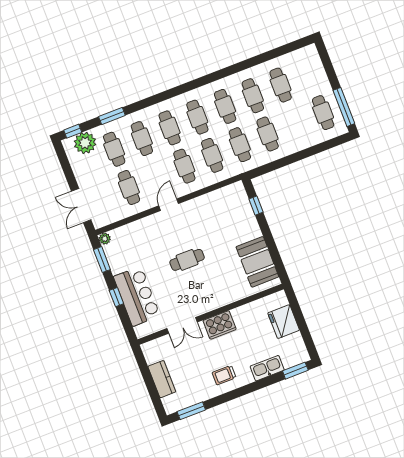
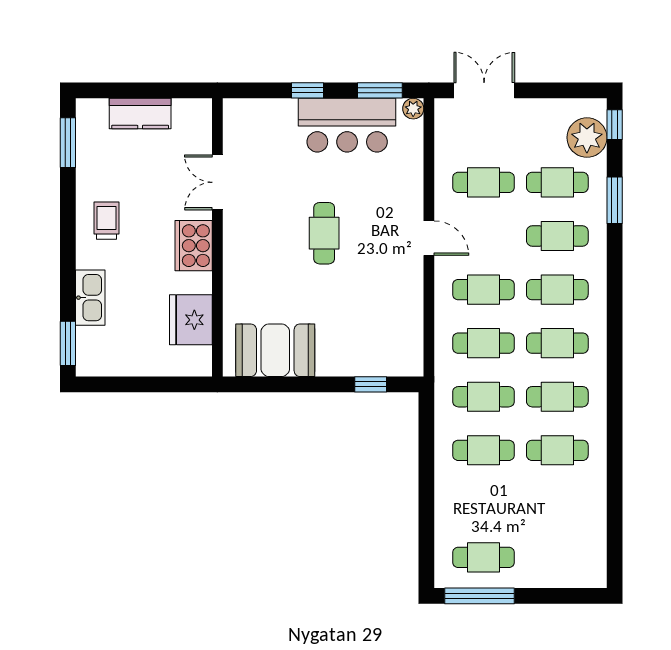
cafe table: (281, 85) -> (557, 504), removed
bar counter: (137, 296) -> (347, 125), moved
fridge: (284, 322) -> (191, 320), moved, turned -90

